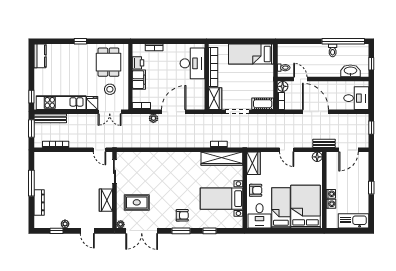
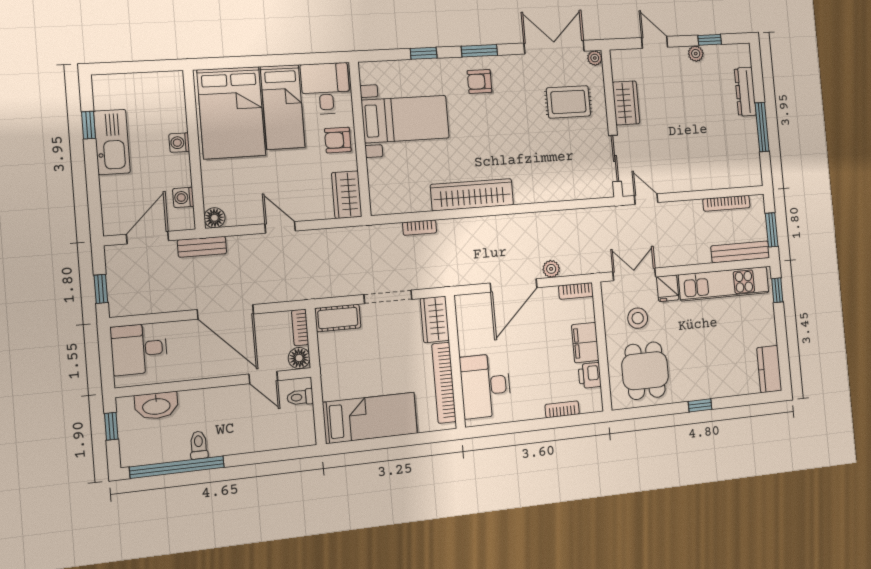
wardrobe: (222, 159) -> (472, 195), moved
window: (371, 188) -> (89, 125), moved
washing machine: (331, 204) -> (183, 197), moved
kitchen sink: (354, 221) -> (112, 142), moved, turned -90

